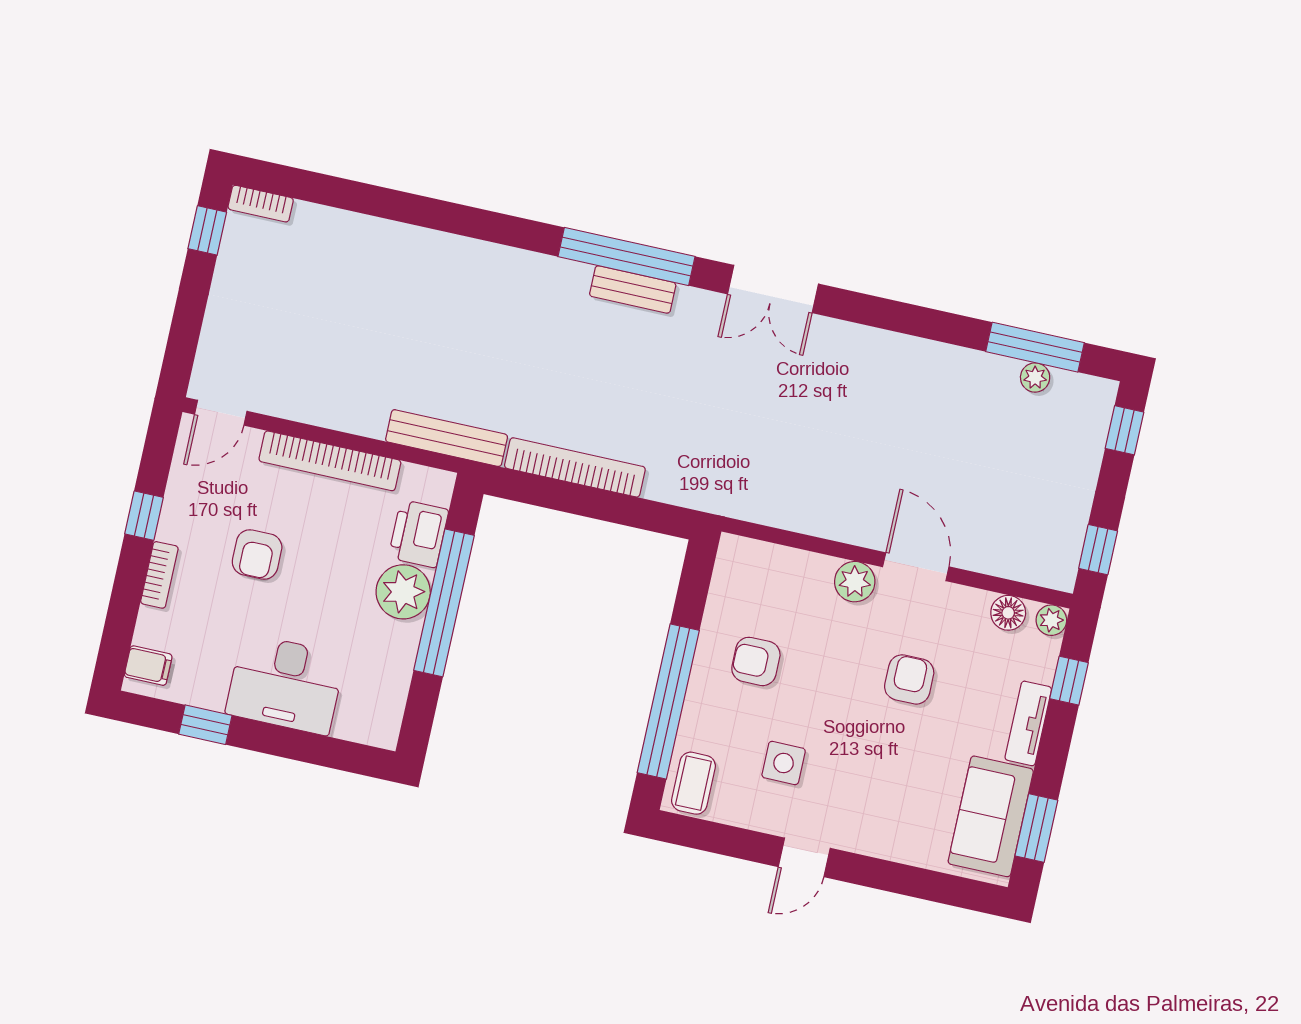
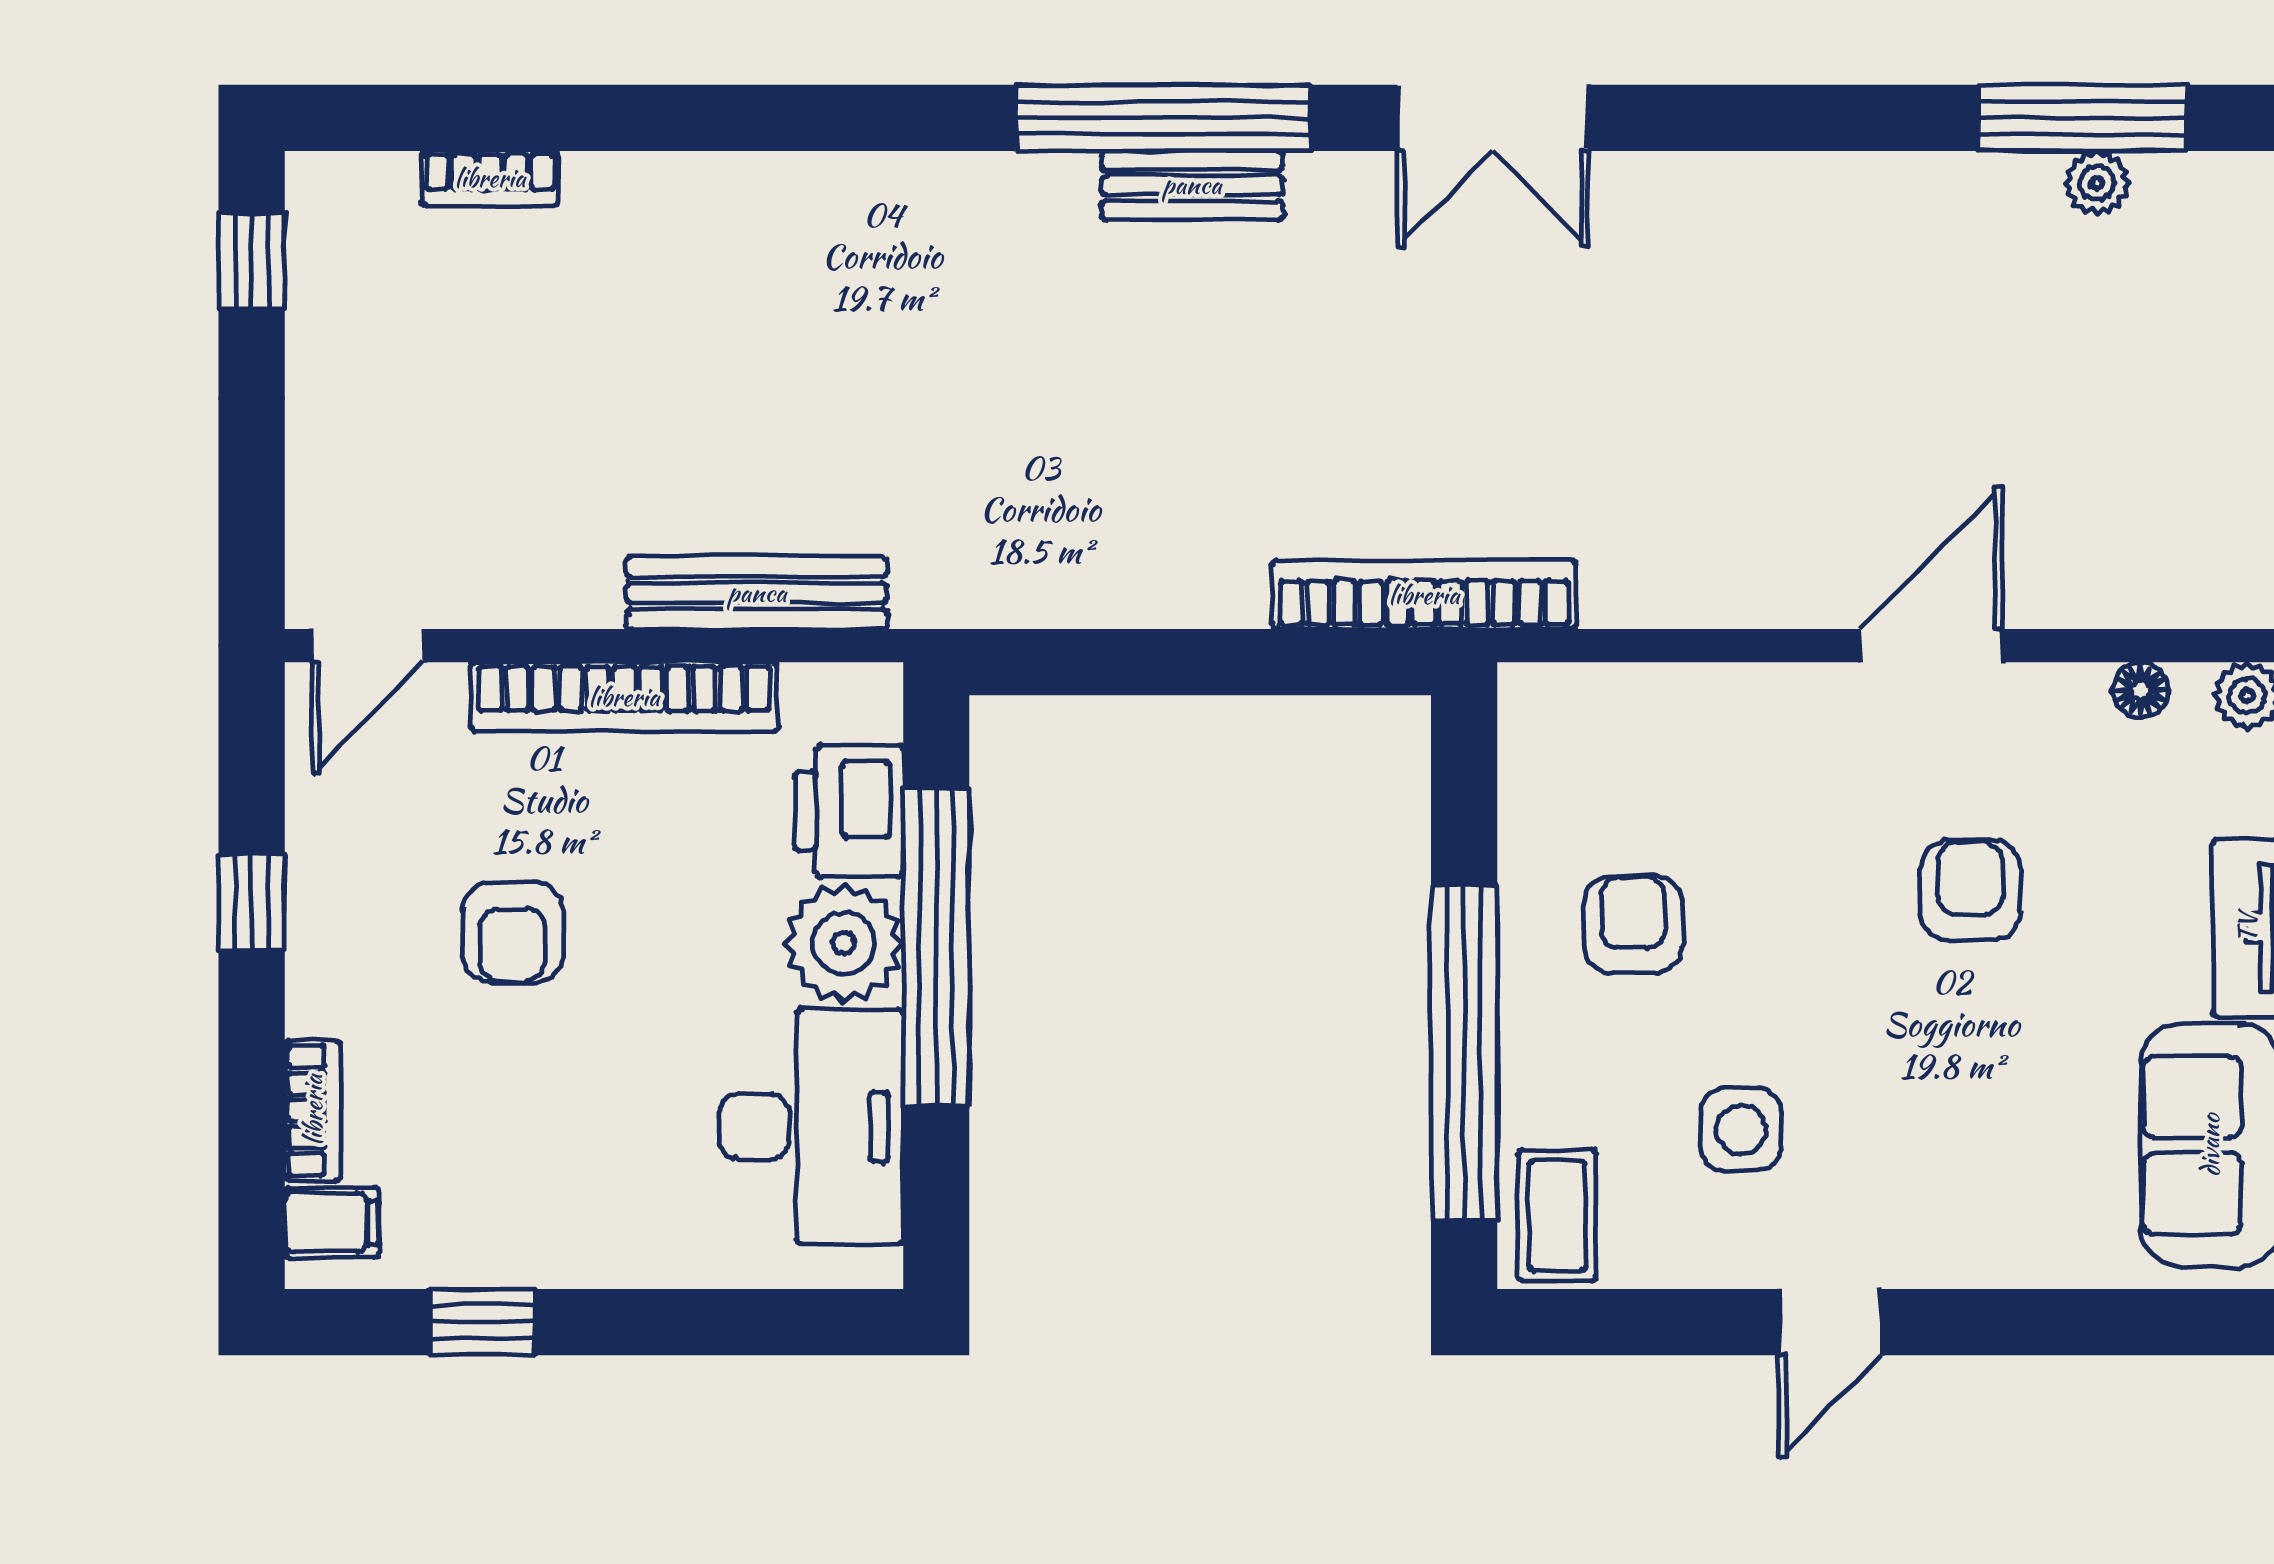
bookcase: (261, 204) -> (490, 178), moved
bench: (447, 438) -> (757, 593), moved
bookcase: (575, 467) -> (1424, 595), moved
door: (916, 567) -> (1931, 646), hinge flipped
bookcase: (159, 575) -> (313, 1110), moved
plant: (855, 582) -> (1807, 707), removed
floor lamp: (1008, 613) -> (2141, 690), width x0.73, depth x0.73
armchair: (756, 661) -> (1633, 925), turned 90
desk: (285, 684) -> (811, 1127), moved, turned -90

